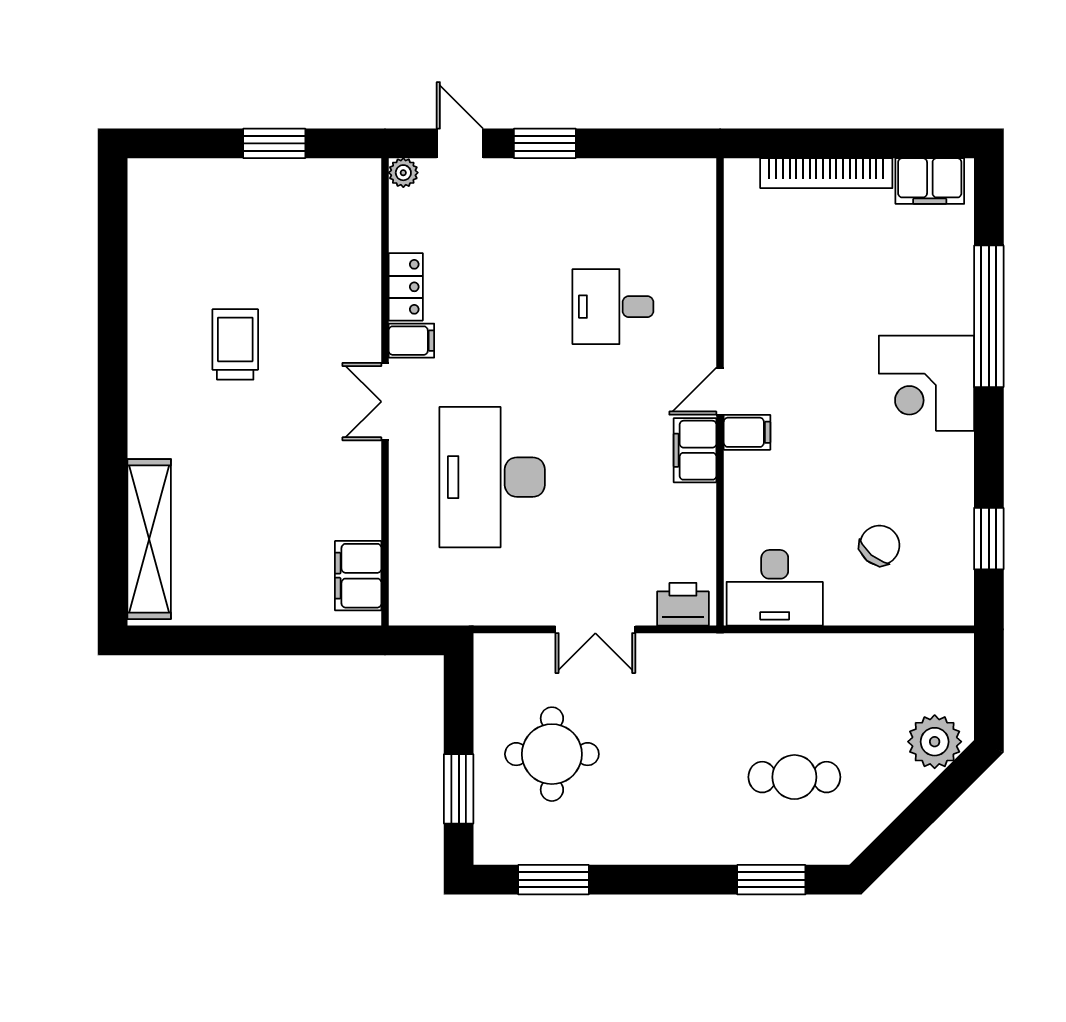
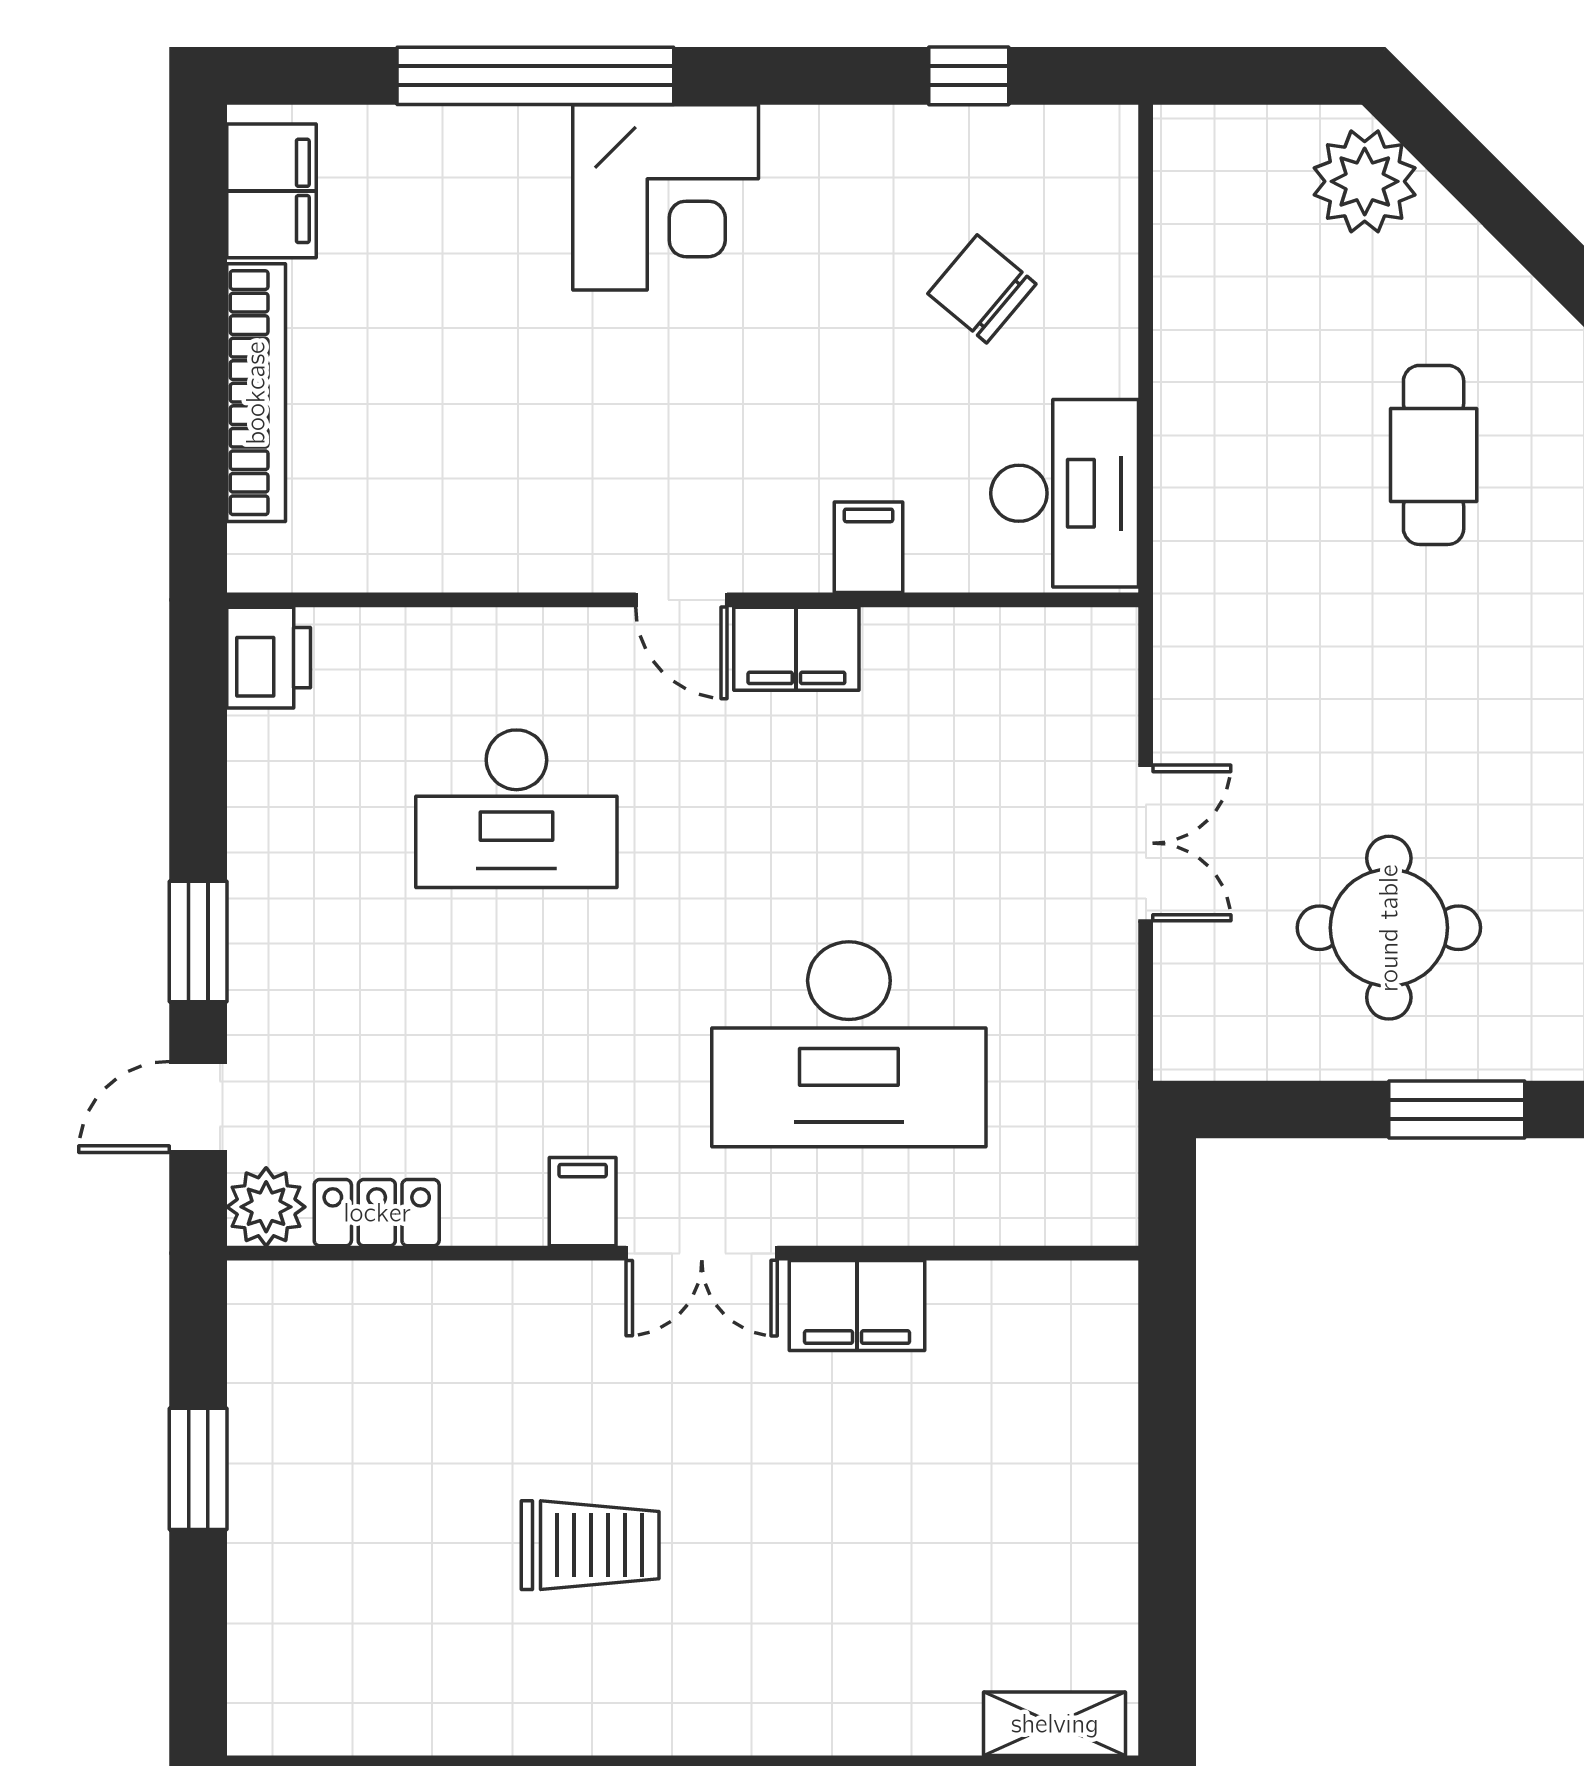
plant: (403, 173) -> (266, 1207), width x1.38, depth x1.38
locker: (406, 287) -> (377, 1213), moved
desk: (613, 307) -> (516, 809), width x1.37
trolley: (235, 344) -> (590, 1545), turned 180
filing cabinet: (747, 432) -> (869, 547), moved
shelving: (149, 539) -> (1055, 1724), width x0.45, depth x0.75
window: (989, 539) -> (969, 76), width x0.67
filing cabinet: (358, 576) -> (857, 1305), moved
printer: (683, 604) -> (269, 658), moved, turned 180

